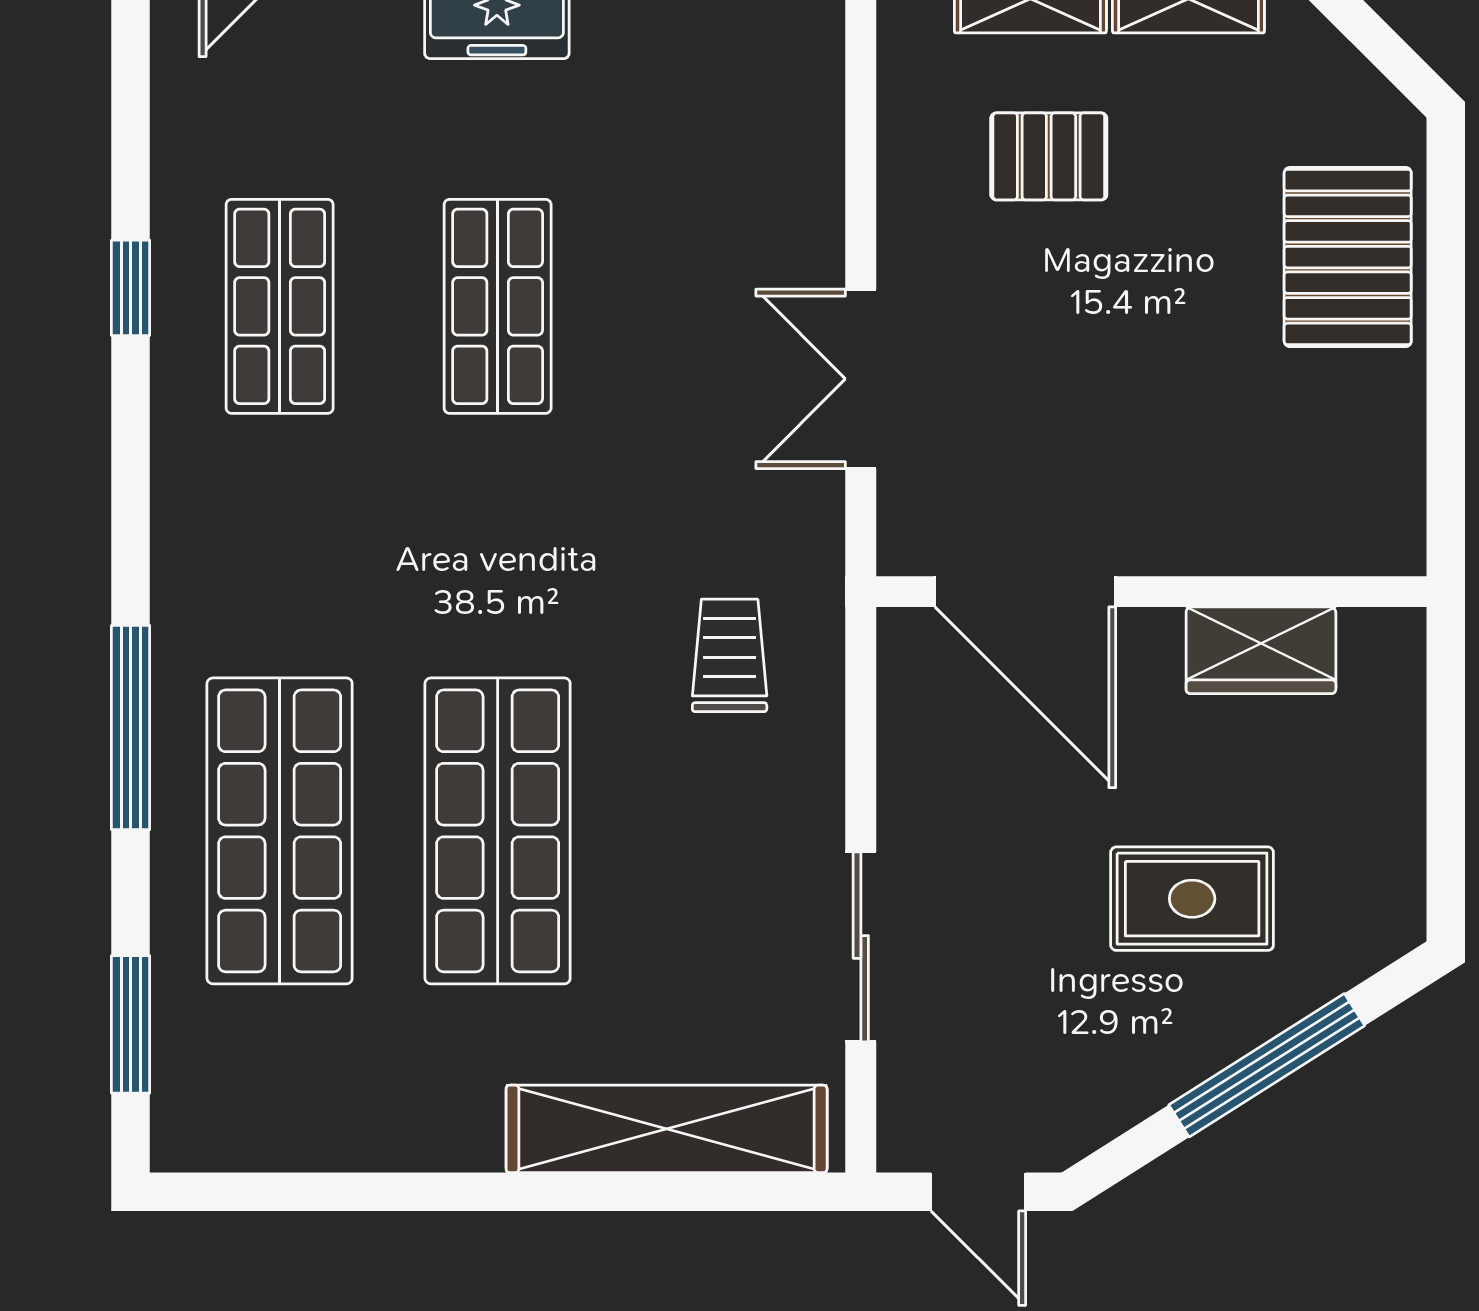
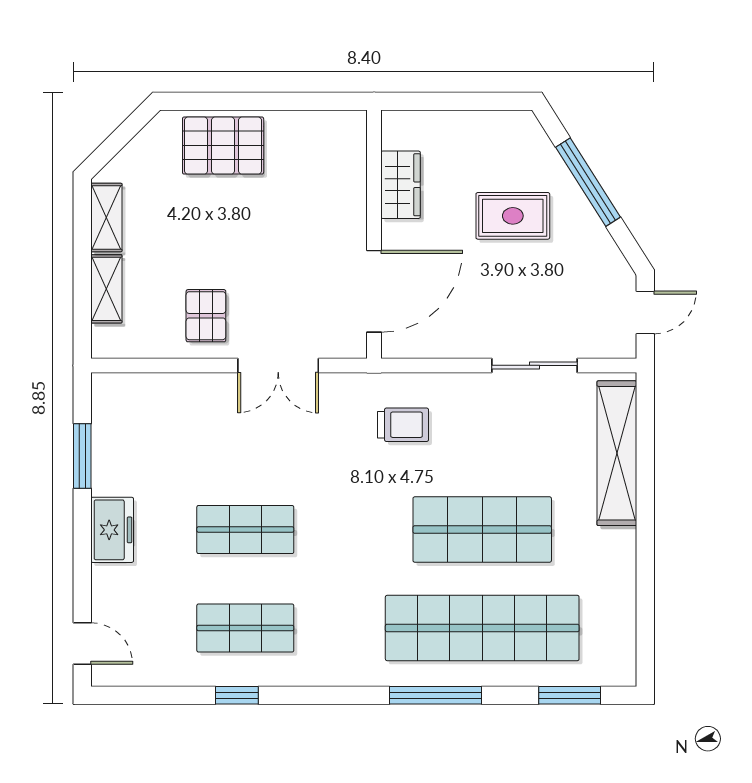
pallet: (1049, 156) -> (206, 316), moved
trolley: (730, 655) -> (403, 425), turned 180
shop shelf: (280, 831) -> (482, 628), width x1.40
rug: (1192, 899) -> (513, 216), turned 90

